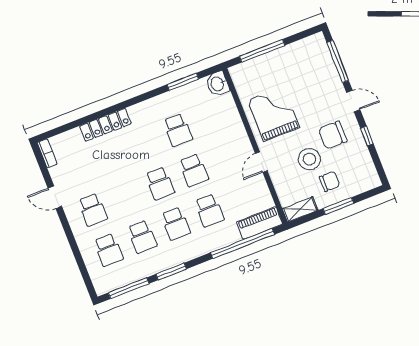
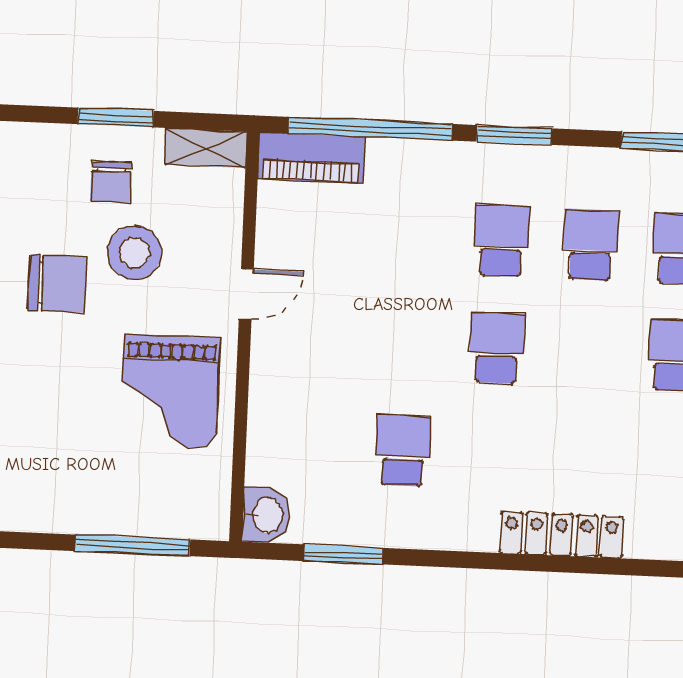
school desk: (194, 170) -> (407, 344), removed
chair: (330, 181) -> (111, 182), turned -90
school desk: (209, 210) -> (412, 237), removed
window: (171, 272) -> (514, 135), moved

